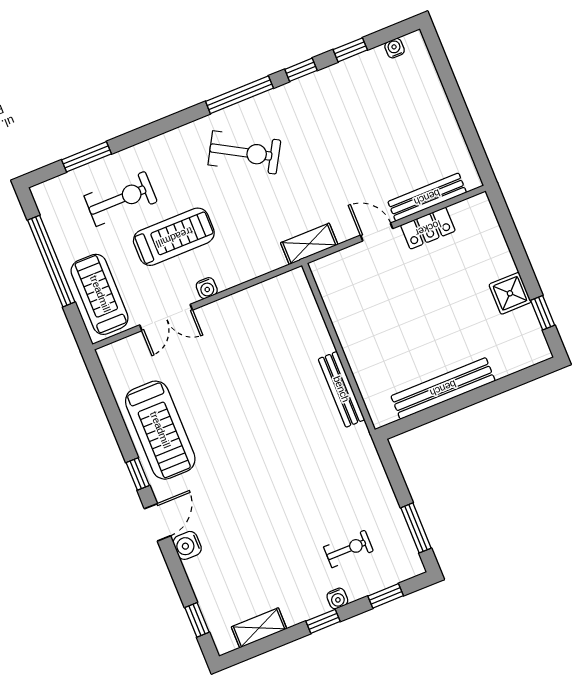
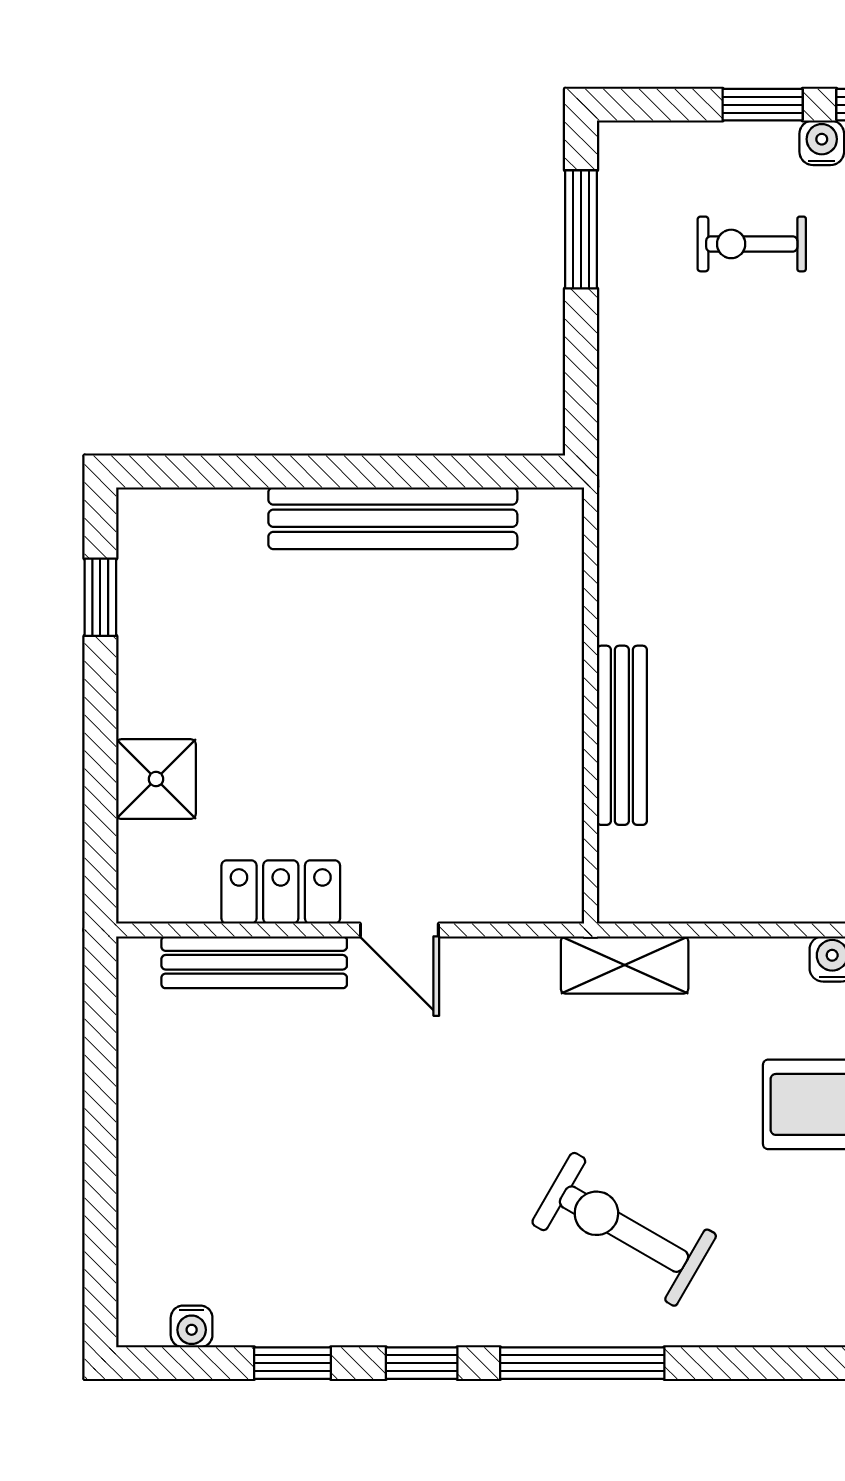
shelving: (309, 244) -> (625, 965), moved
shower: (510, 293) -> (156, 779), moved
bench: (341, 389) -> (622, 735), moved
window: (386, 596) -> (763, 105), moved

